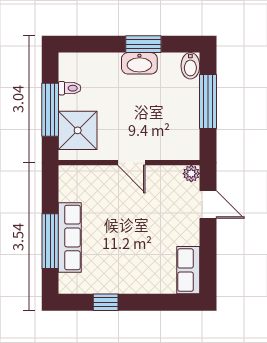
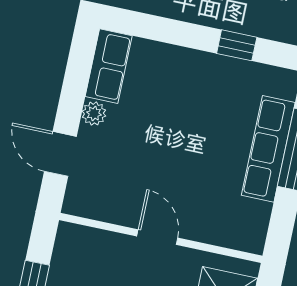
plant: (191, 174) -> (94, 114), moved

